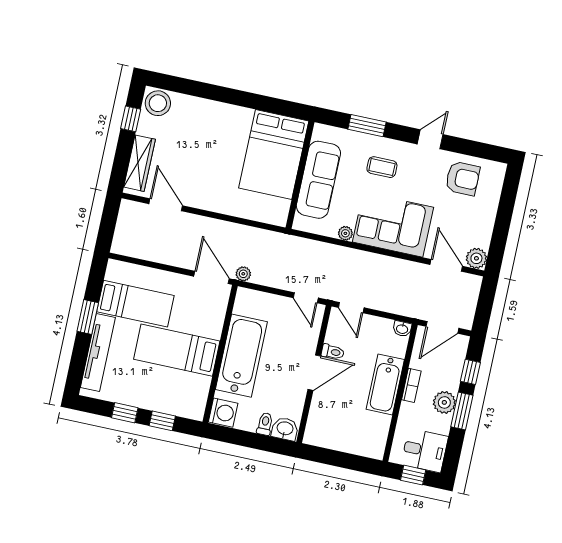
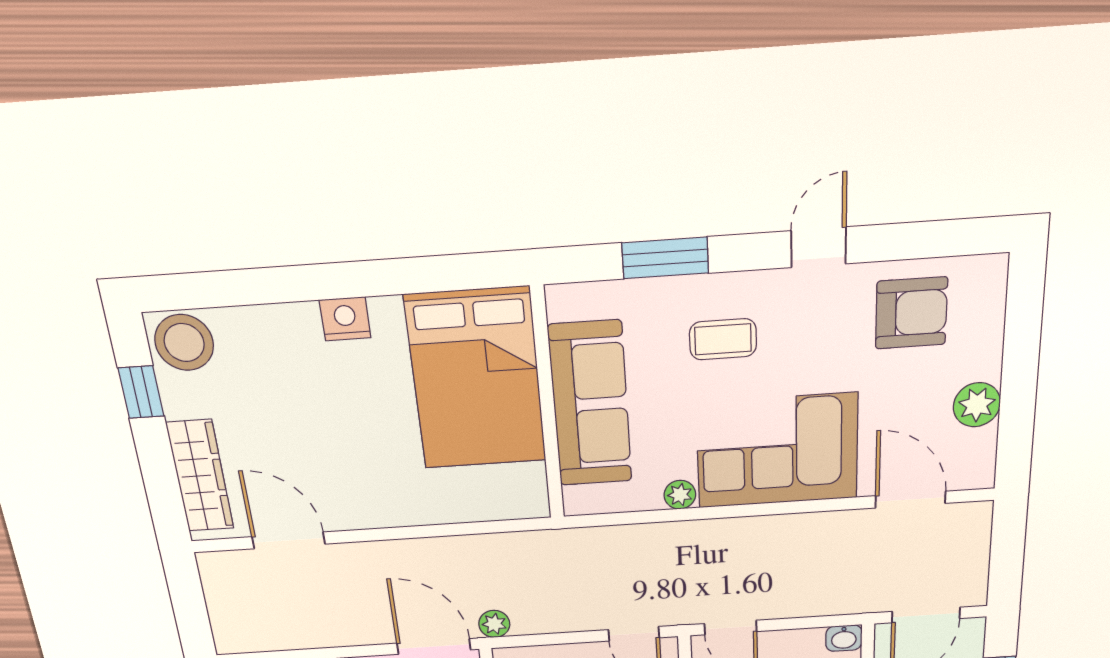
nightstand: (228, 113) -> (345, 319), added
plant: (476, 258) -> (977, 405), moved

